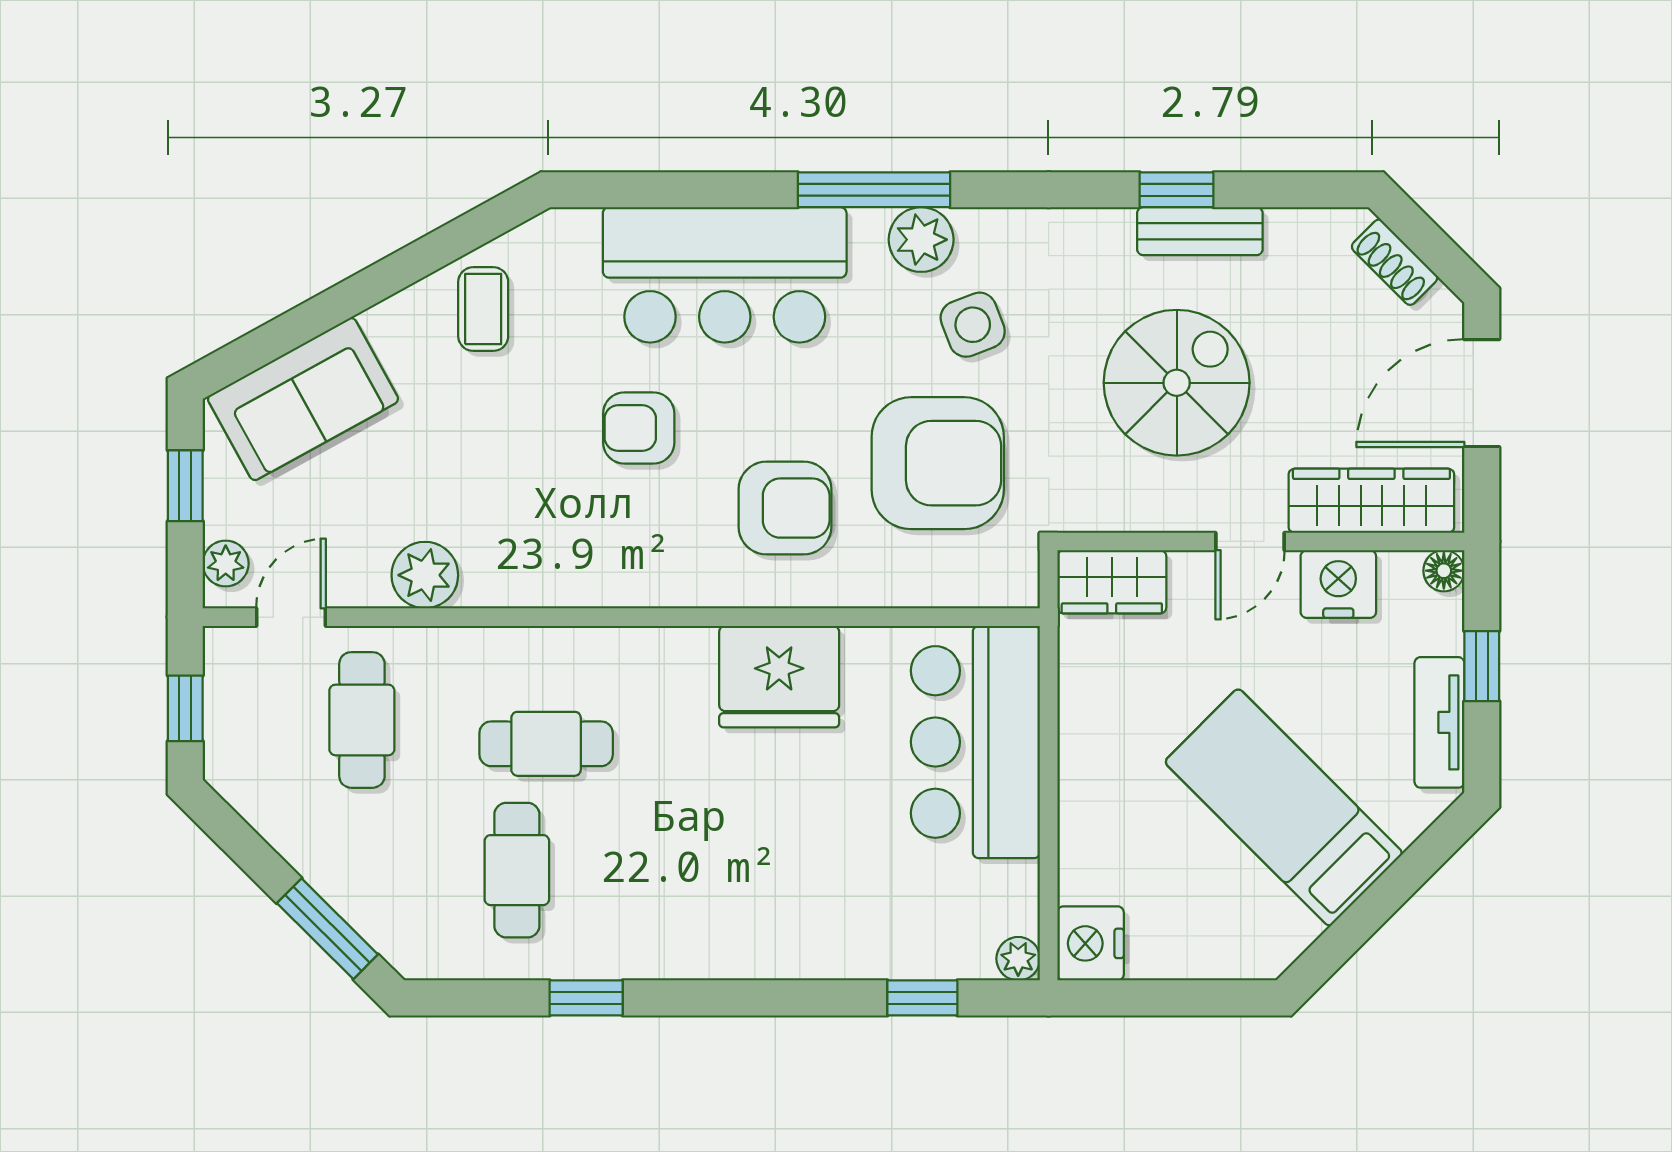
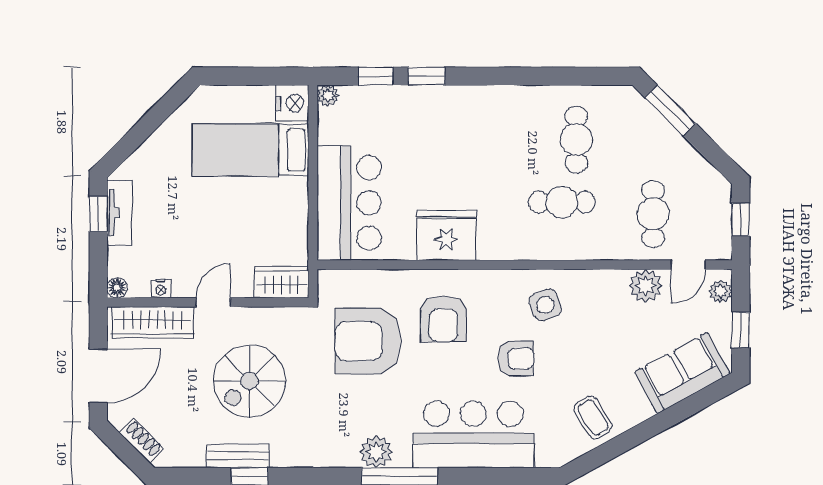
coffee table: (483, 309) -> (593, 417), turned -32
side table: (973, 325) -> (545, 305), moved
armchair: (785, 508) -> (443, 319), turned -90
plant: (425, 575) -> (646, 286), moved
nightstand: (1338, 584) -> (161, 289), width x0.53, depth x0.56
window: (1482, 666) -> (98, 214), moved
bed: (1284, 807) -> (250, 150), moved, turned 135
window: (586, 998) -> (426, 76), moved

